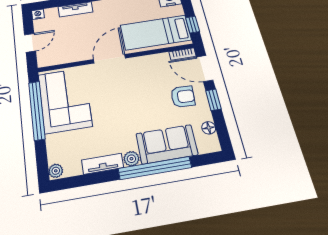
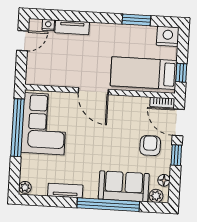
nightstand: (38, 14) -> (48, 25), moved
door: (30, 43) -> (23, 41), moved
door: (109, 59) -> (93, 91), swing flipped
armchair: (183, 97) -> (150, 146), turned -93
plant: (131, 159) -> (156, 196), moved

